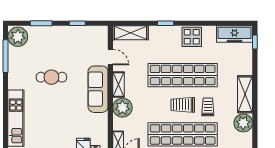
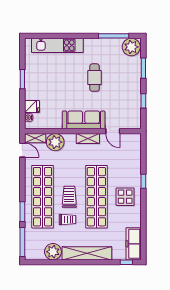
shelving: (130, 33) -> (135, 149), removed
display table: (192, 37) -> (125, 197), moved
door: (110, 57) -> (113, 131), hinge flipped
shelving: (245, 94) -> (87, 253), width x1.47
plant: (122, 108) -> (55, 142), moved

